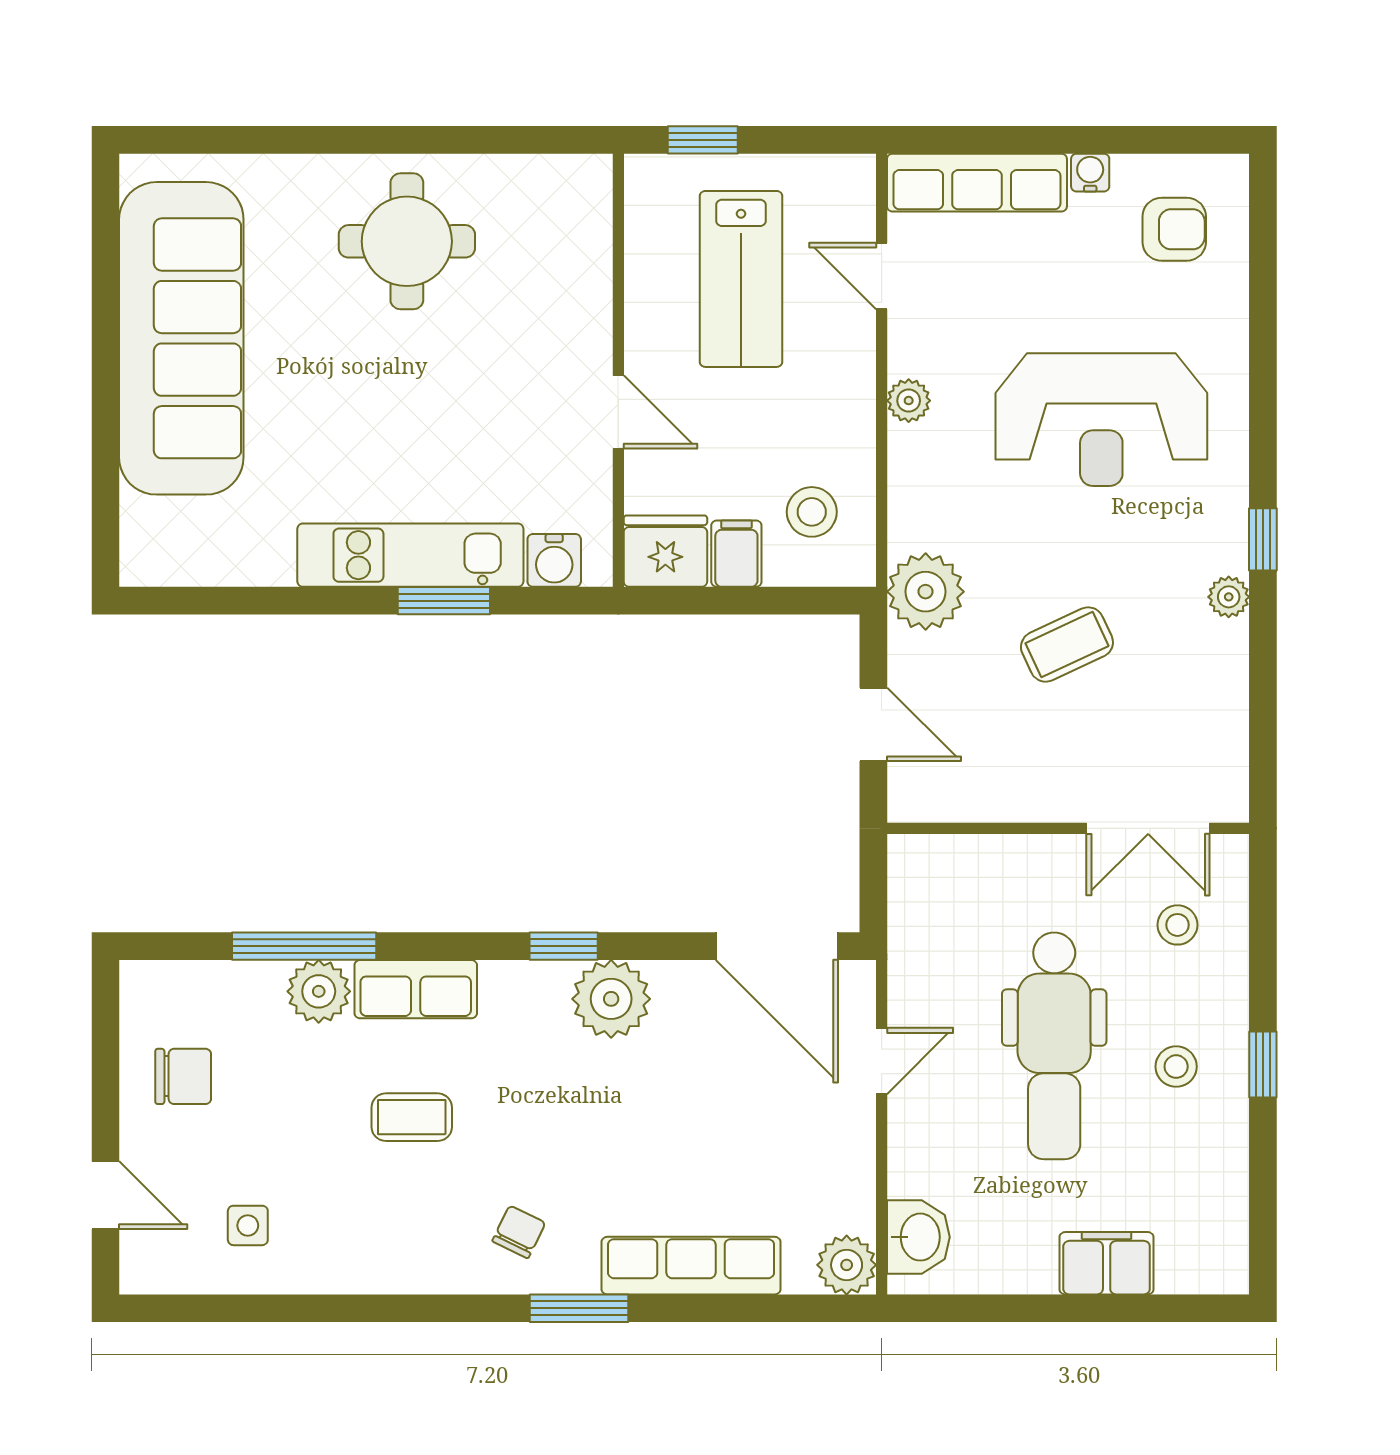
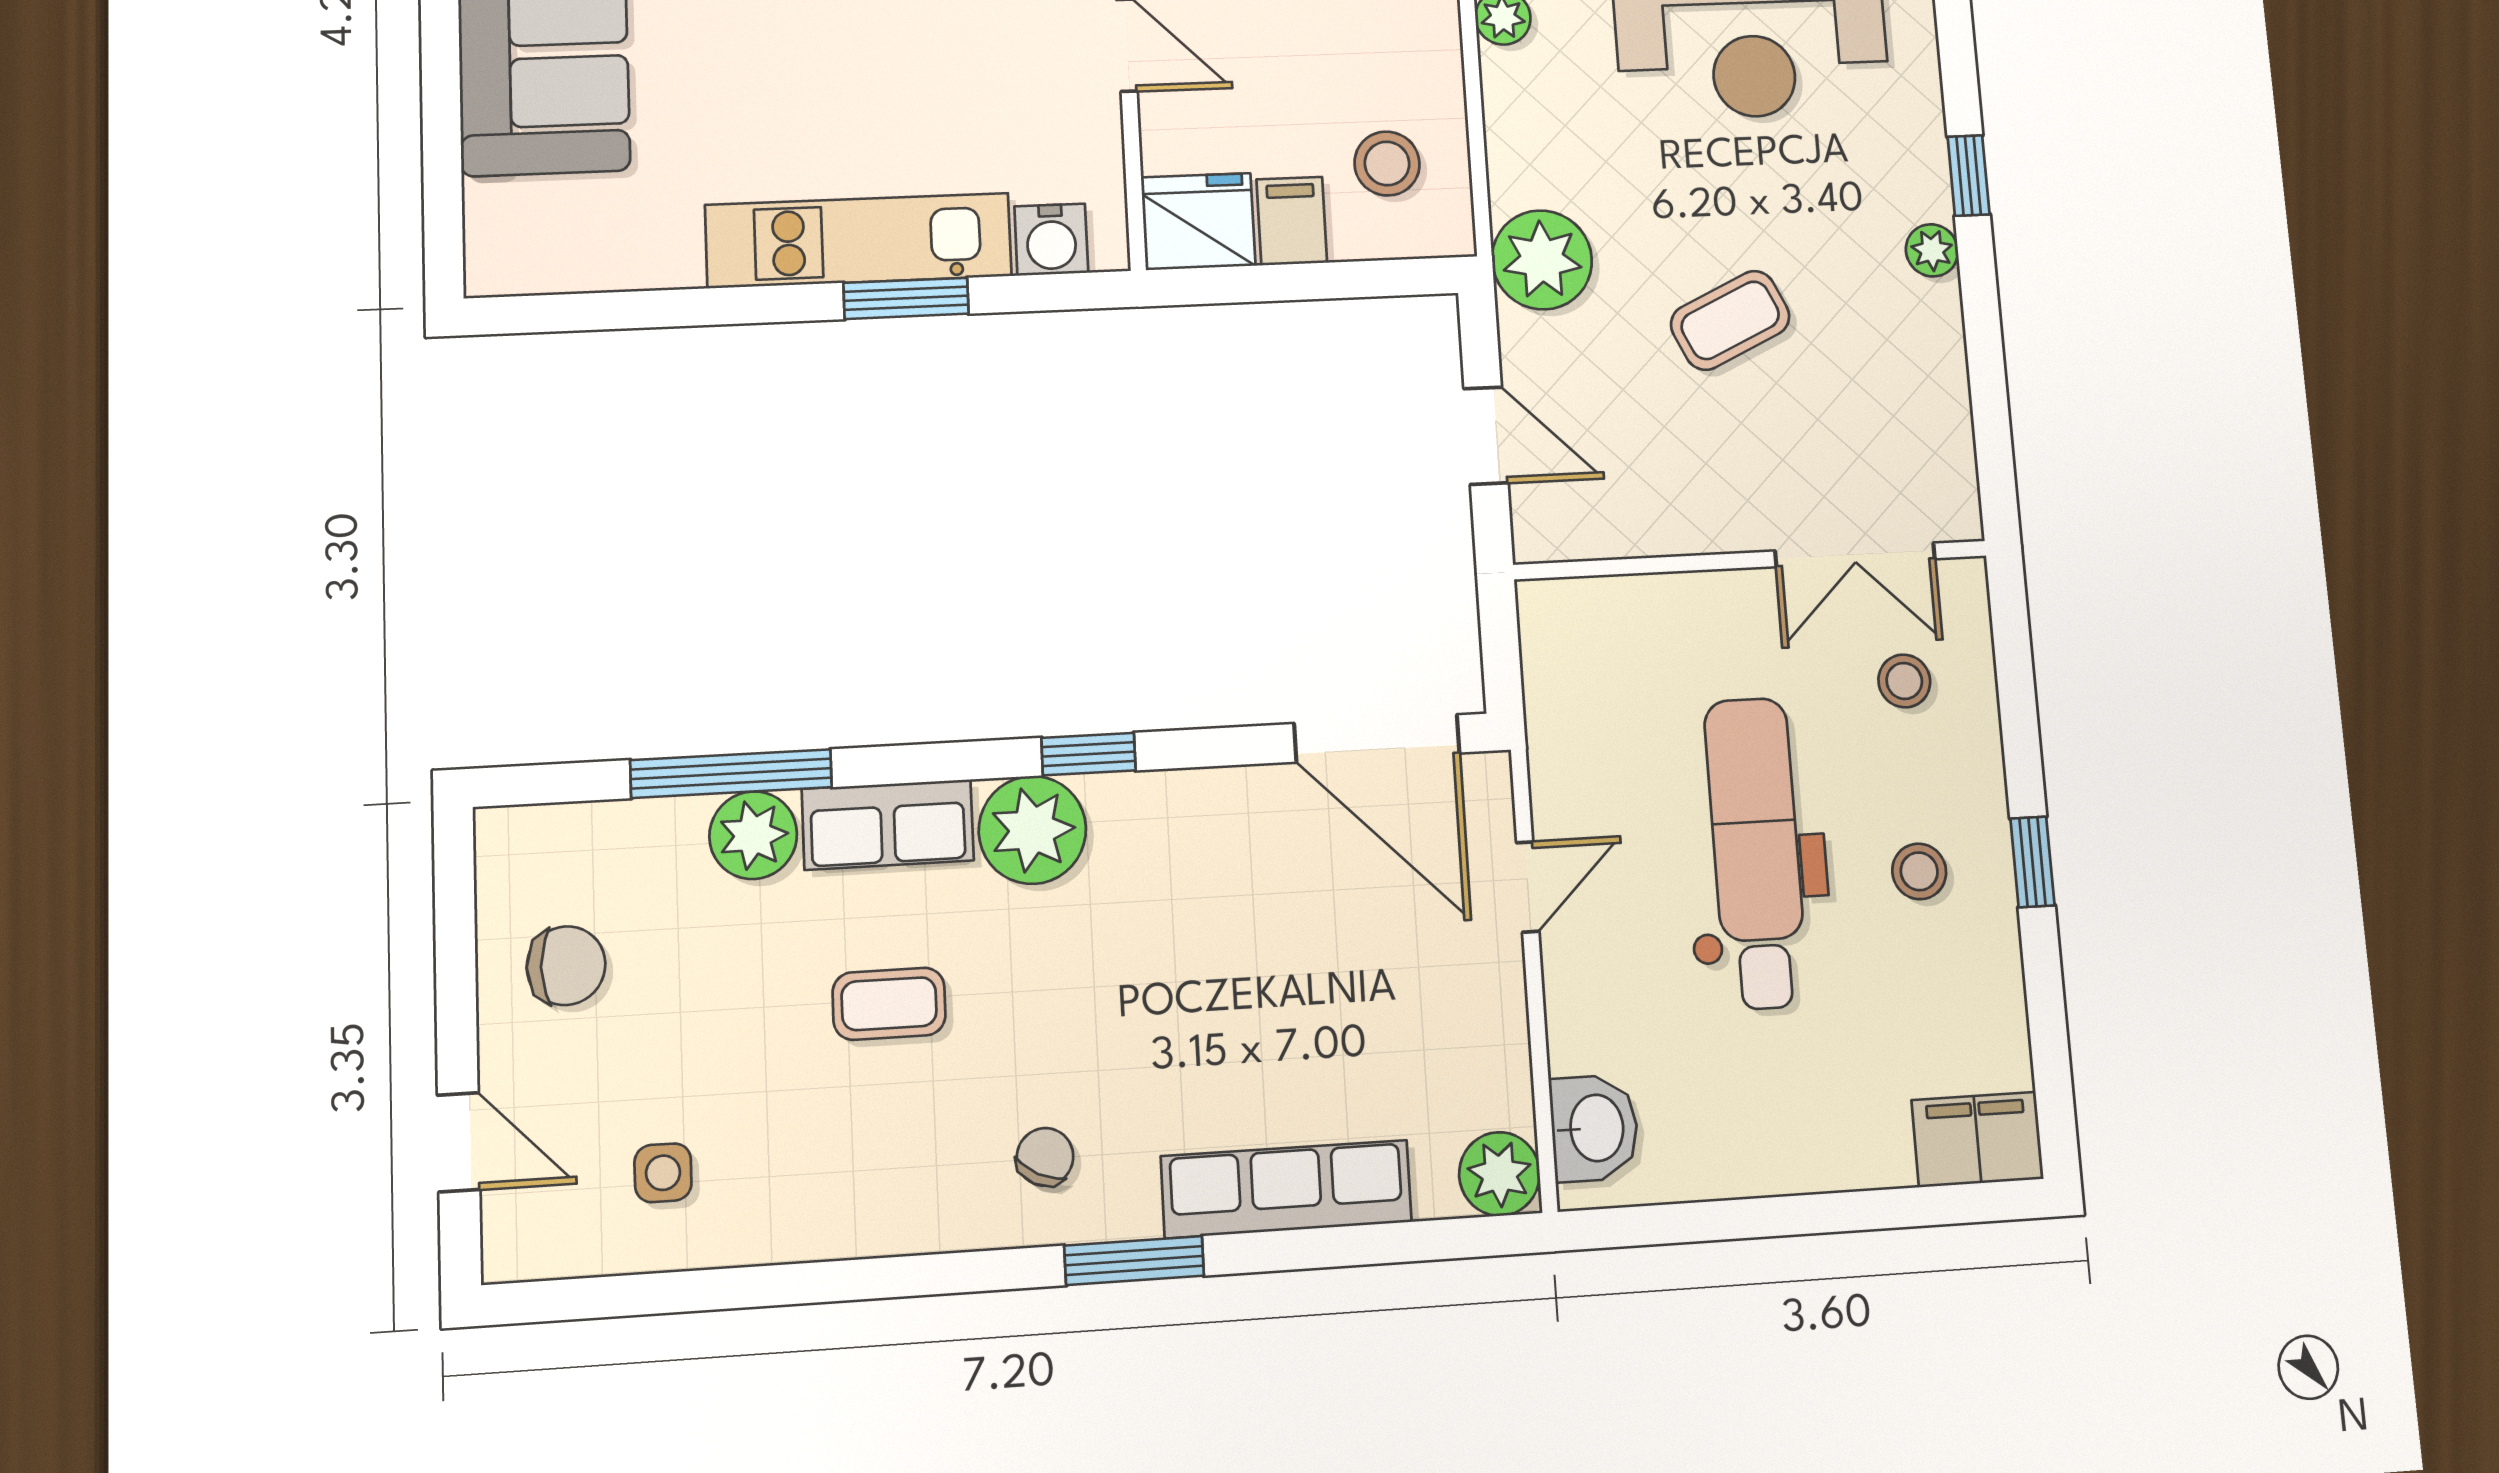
plant: (611, 999) -> (1032, 830), moved
dental chair: (1054, 1046) -> (1756, 853), turned 180
filing cabinet: (1107, 1263) -> (1978, 1139), moved

